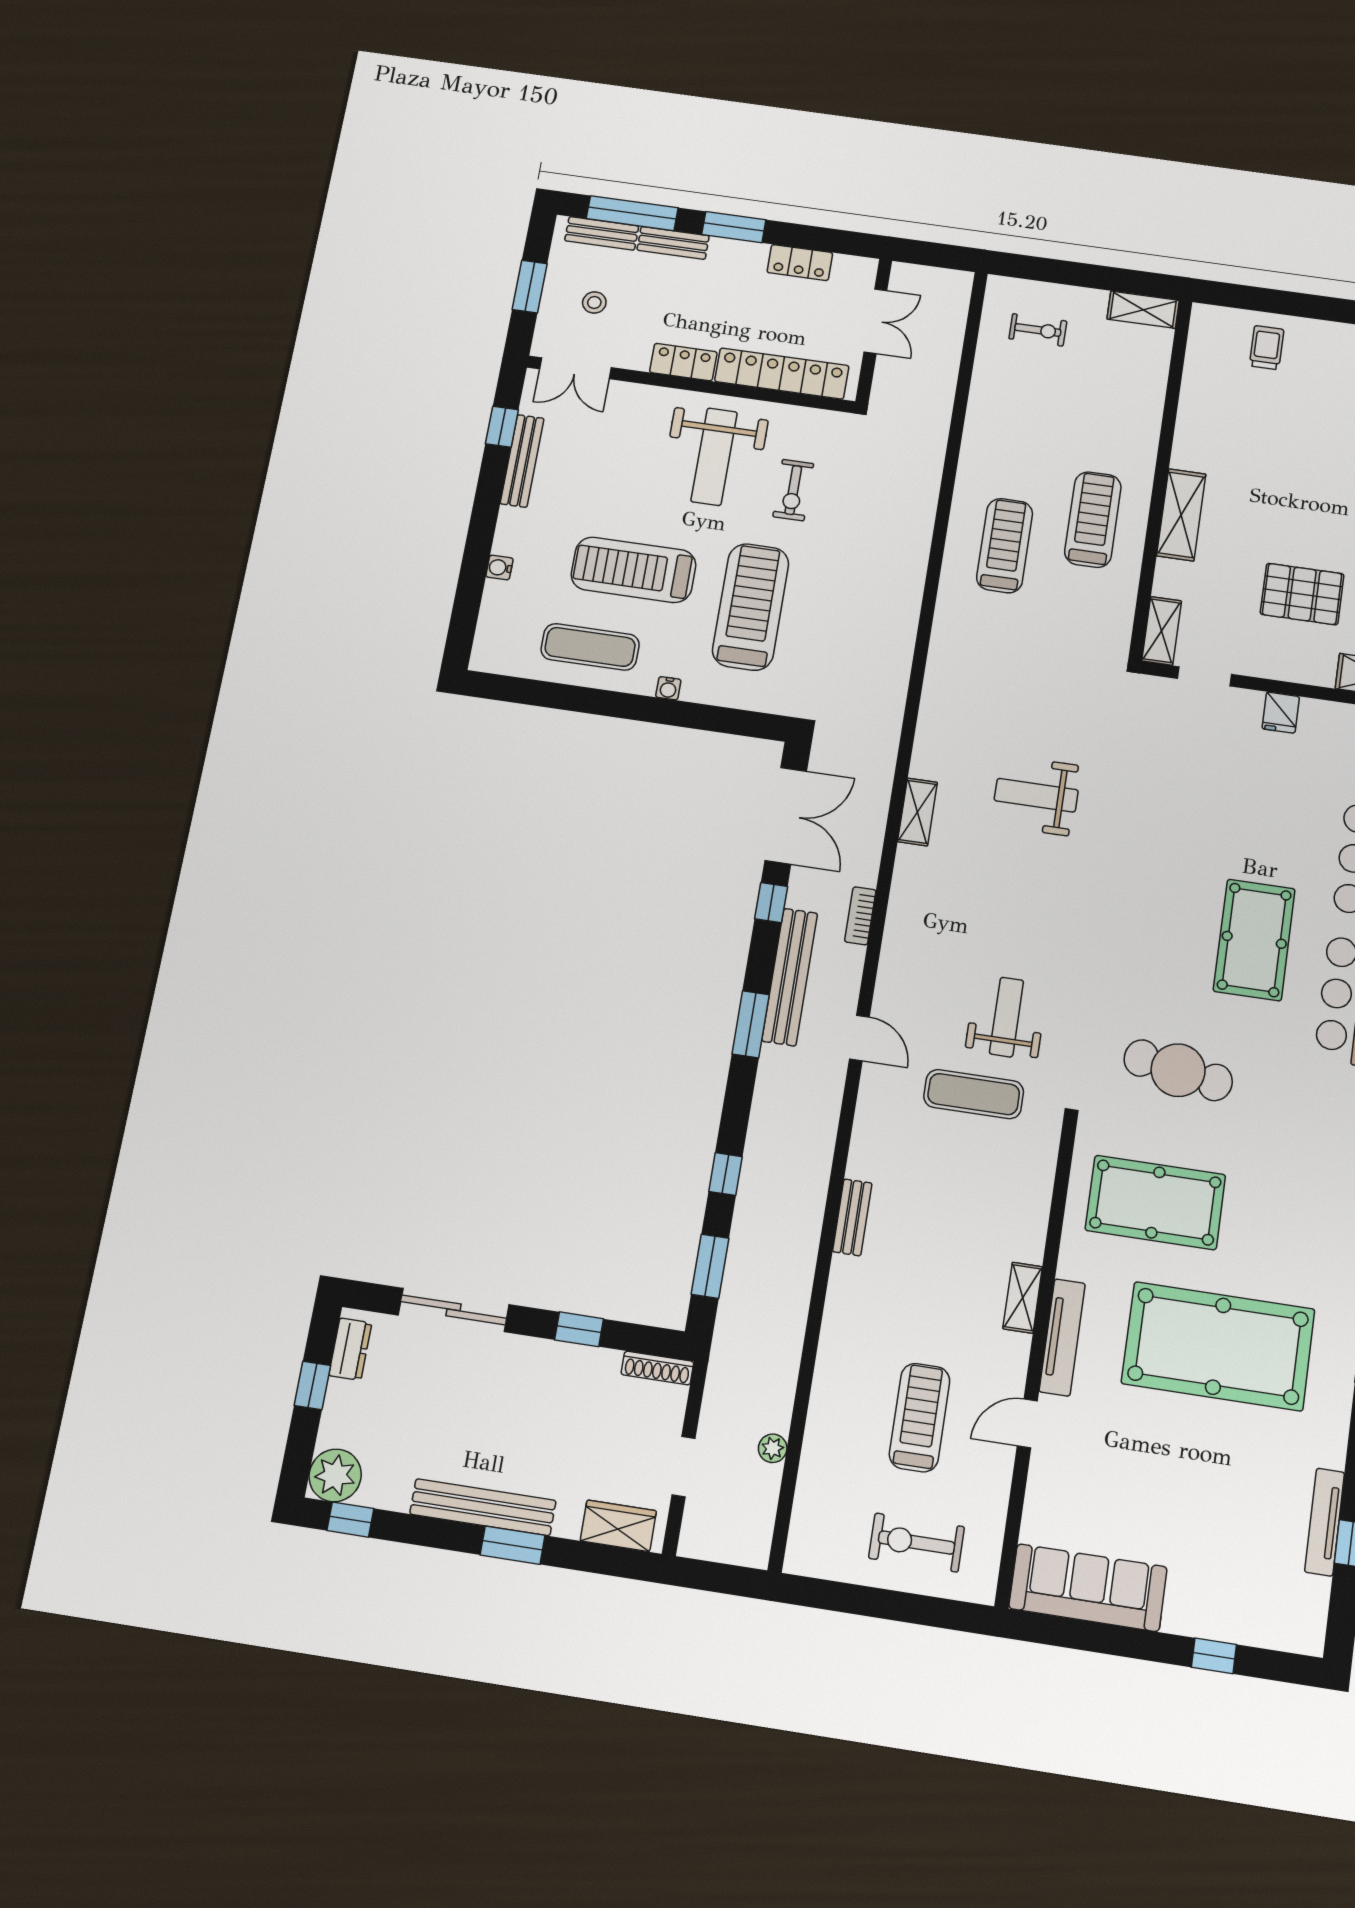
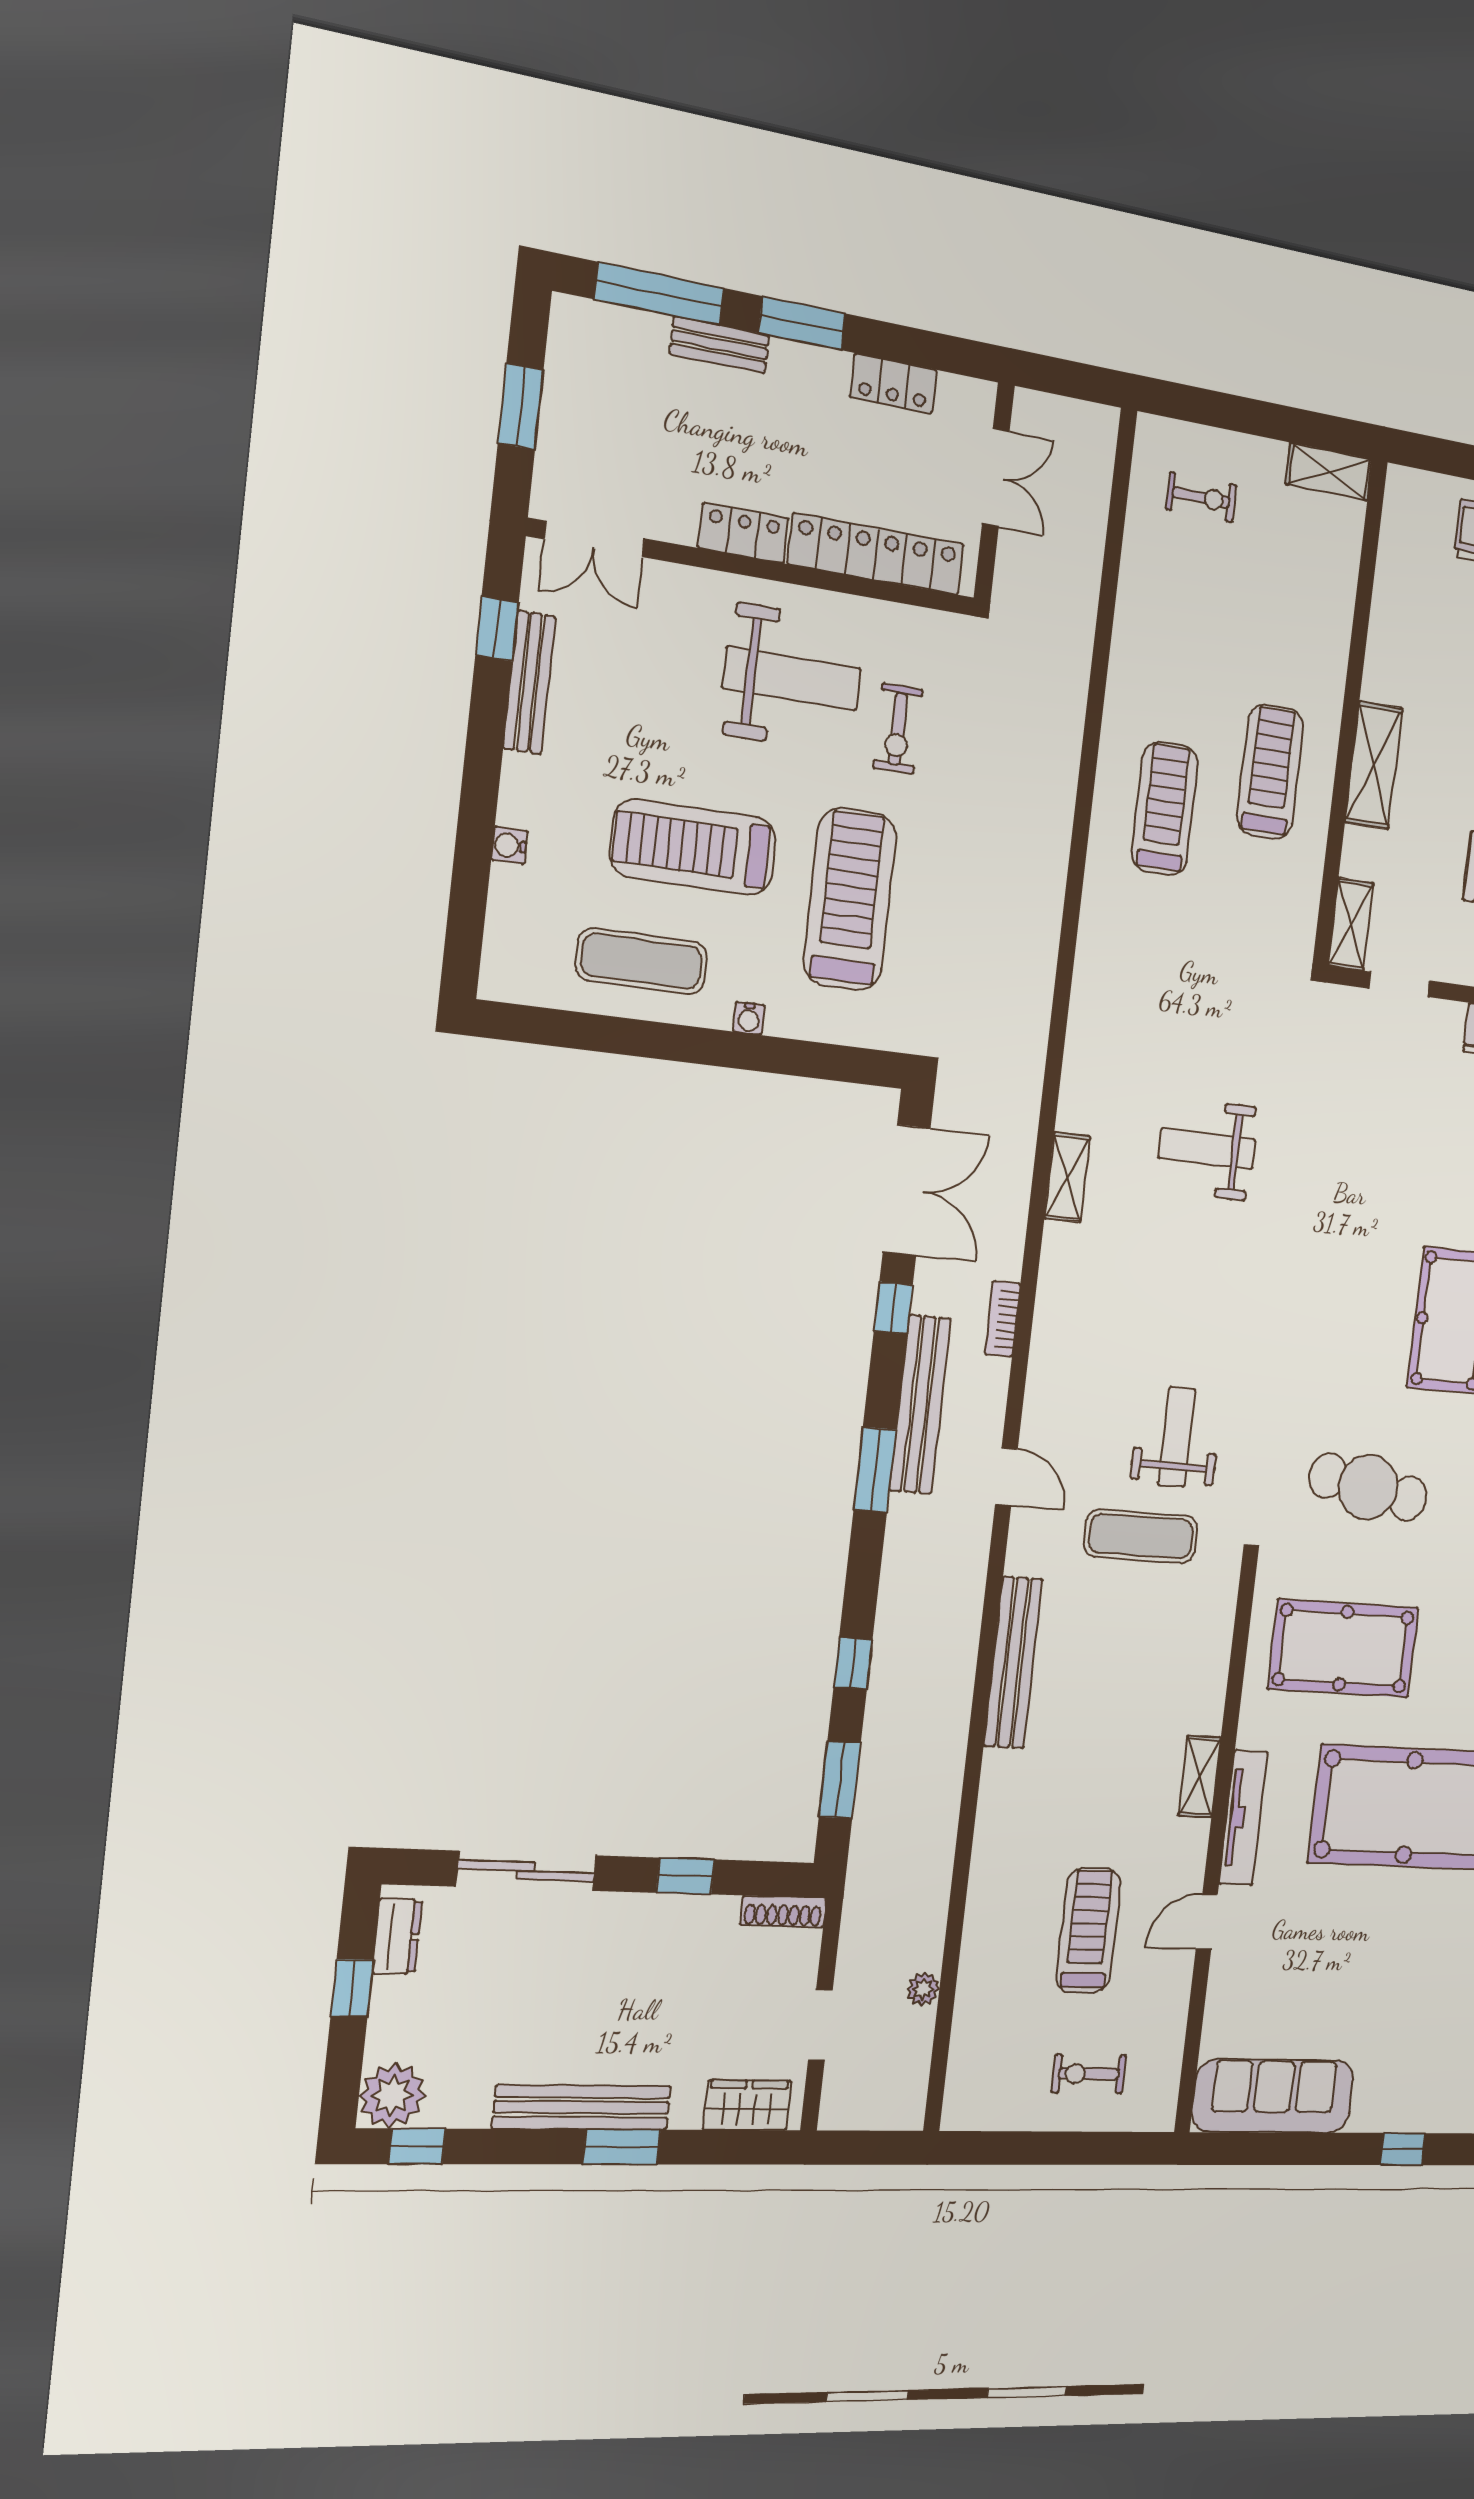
bench: (602, 233) -> (618, 325), removed
stool: (594, 303) -> (615, 436), removed
weight bench: (714, 457) -> (792, 678), turned -90
bench: (852, 1217) -> (1013, 1663), width x1.86, depth x1.21
exercise bike: (917, 1543) -> (1089, 2074), width x0.73, depth x0.72

